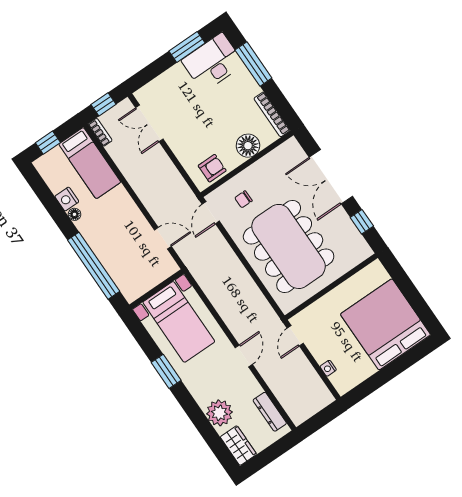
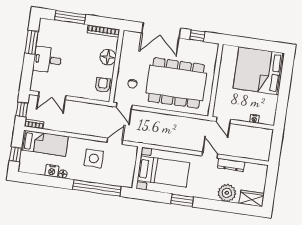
desk: (213, 62) -> (47, 60), moved, width x0.73
side table: (123, 232) -> (94, 158), added
dresser: (270, 412) -> (231, 165), moved

